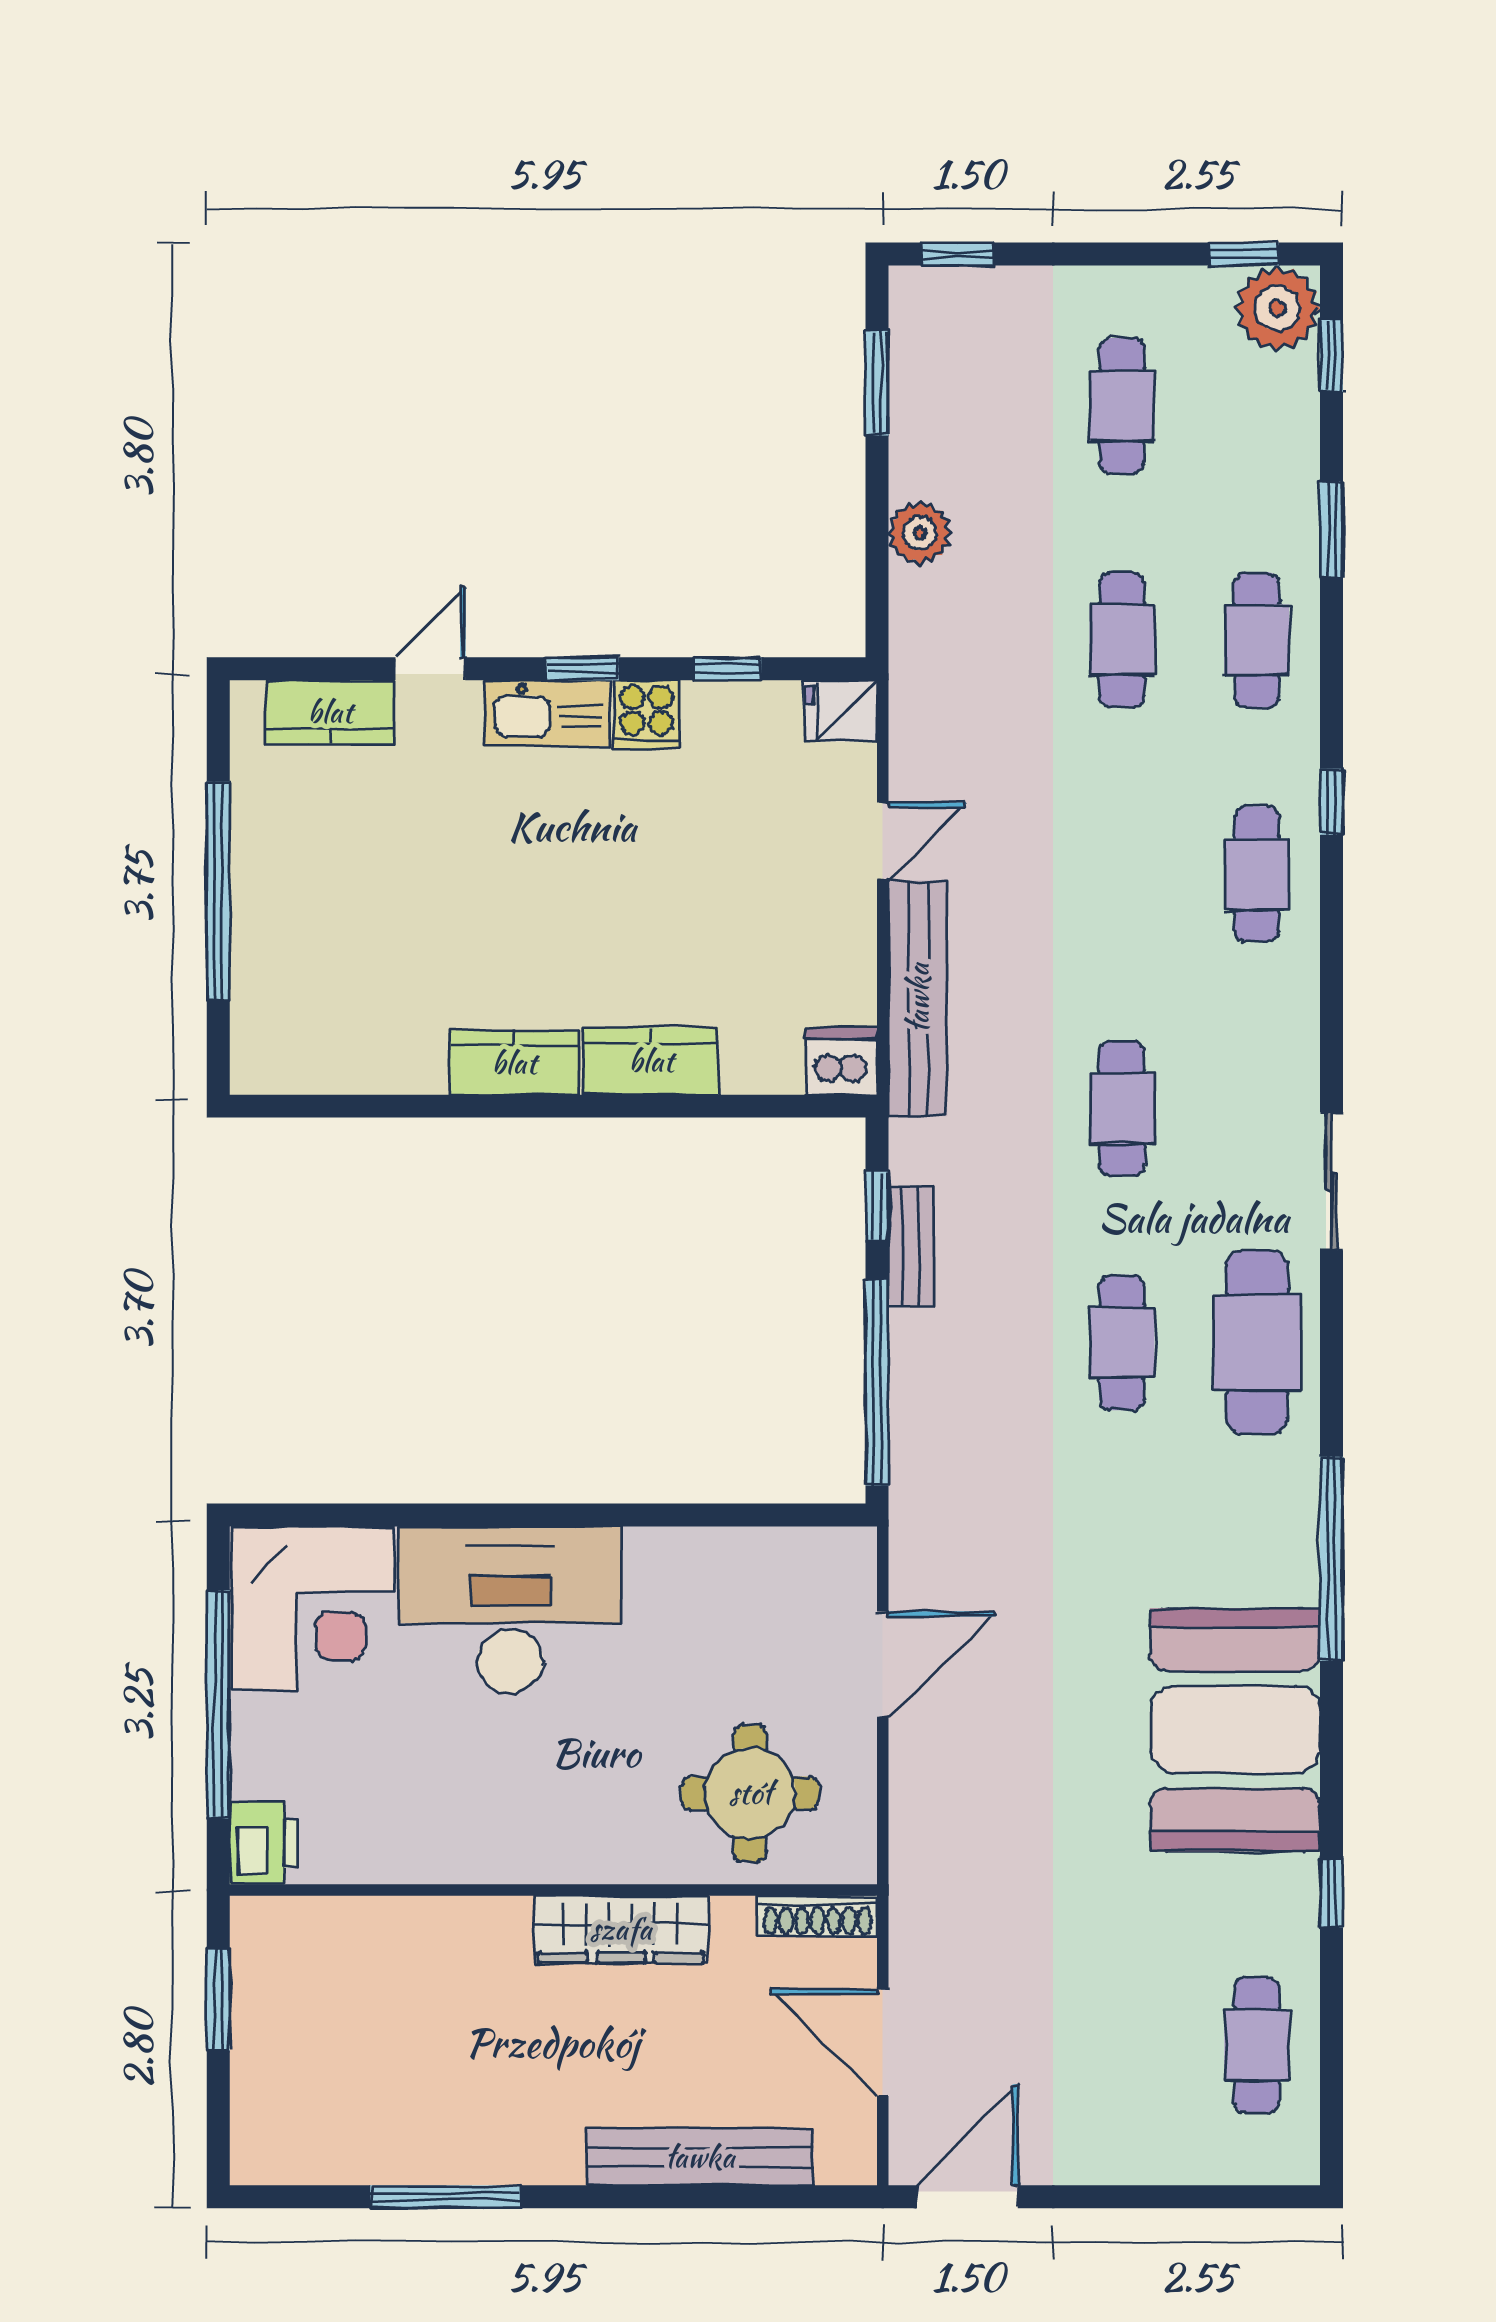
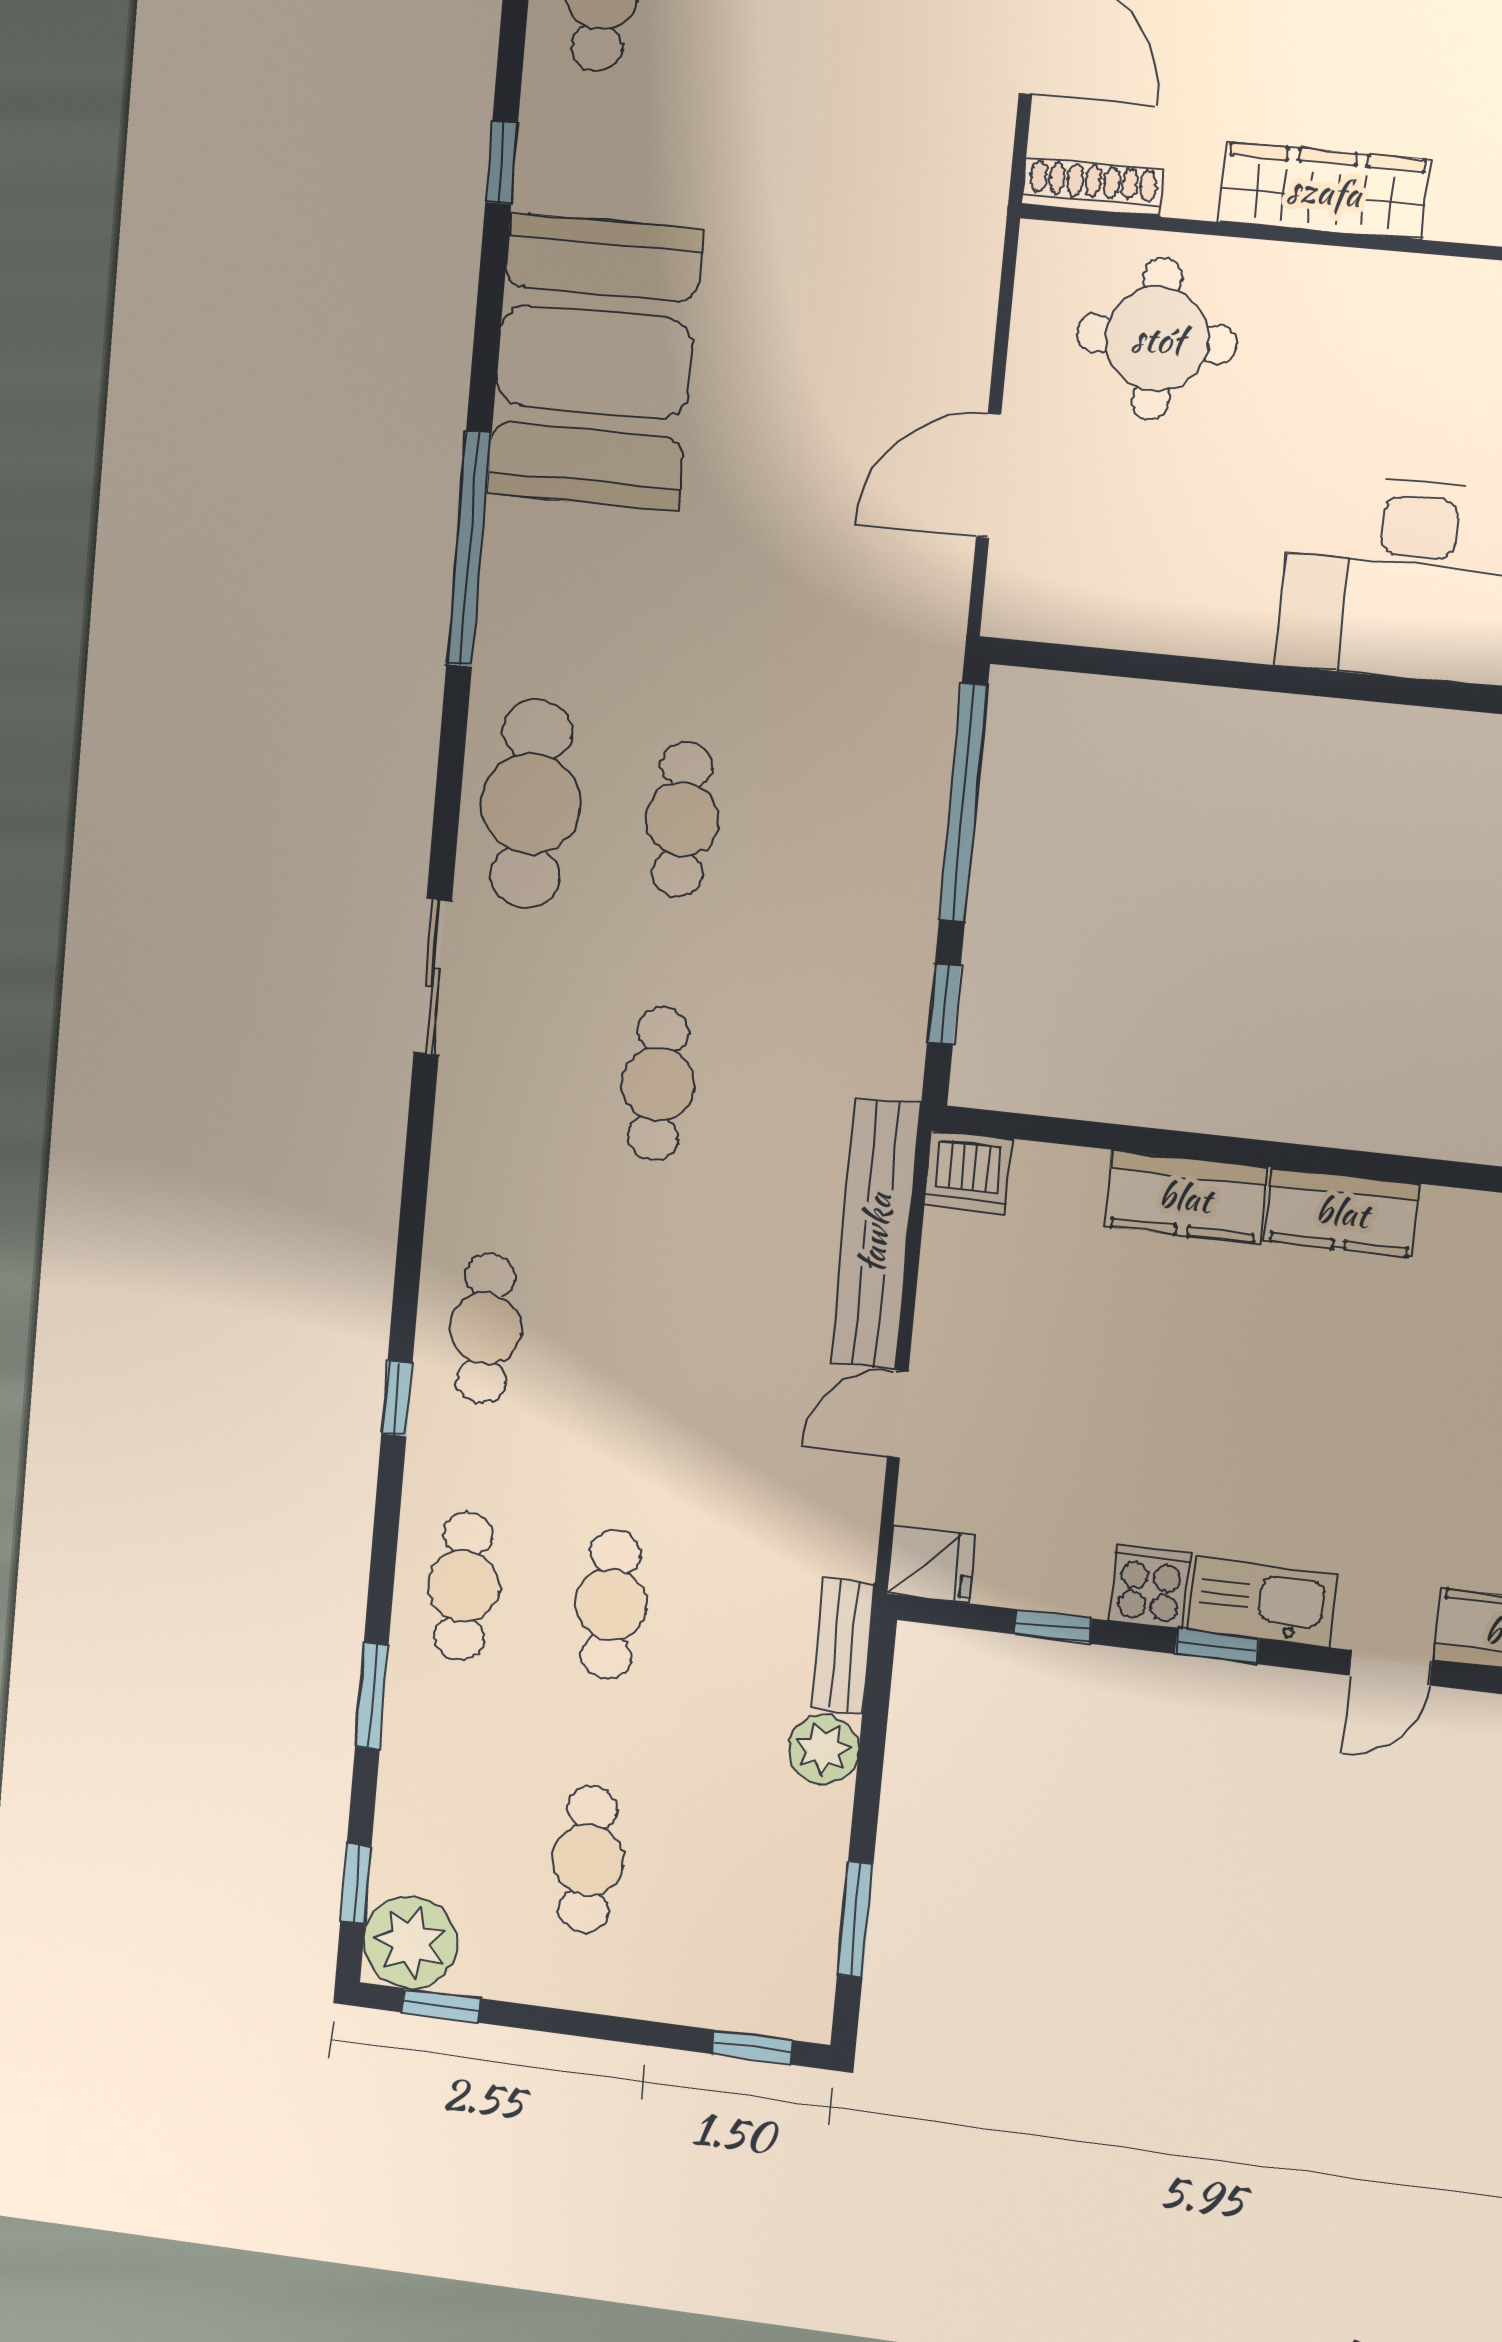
bench: (911, 1246) -> (843, 1646), moved

